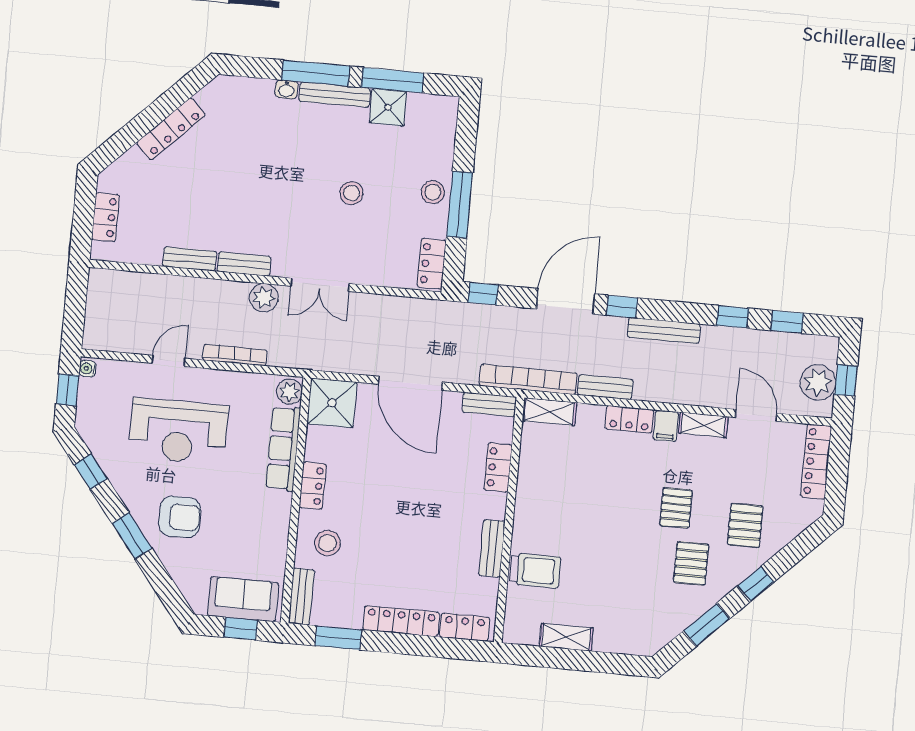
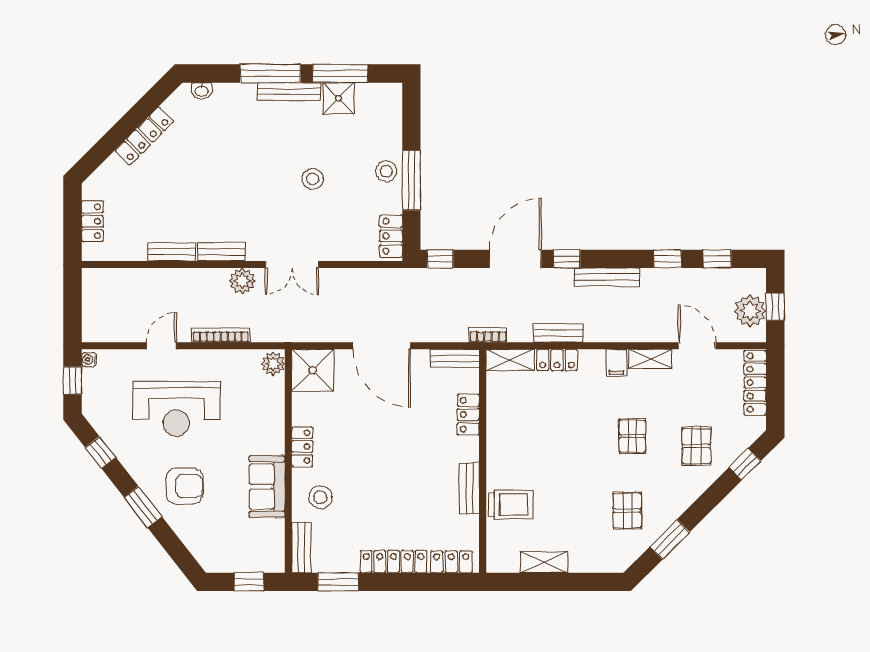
washbasin: (287, 89) -> (202, 91), moved
bookcase: (528, 379) -> (488, 335), width x0.43, depth x0.76
locker: (629, 419) -> (557, 360), moved
row of seats: (283, 449) -> (272, 416), removed
pallet: (691, 563) -> (627, 510), moved
window: (756, 584) -> (745, 464), moved
sofa: (243, 599) -> (267, 487), moved, turned -90

